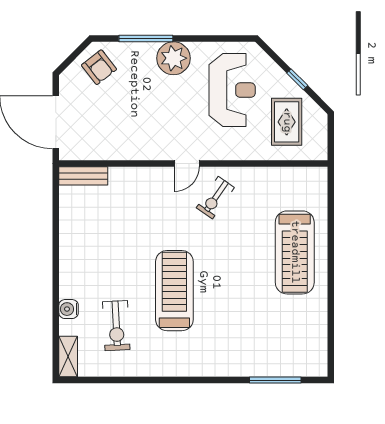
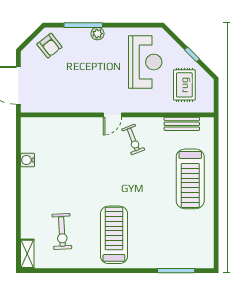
plant: (173, 58) -> (97, 34), width x0.53, depth x0.53
bench: (83, 176) -> (182, 124), moved
exercise bike: (215, 198) -> (133, 140), turned -56
treadmill: (174, 291) -> (114, 235), moved
water cooler: (69, 309) -> (28, 160), moved

